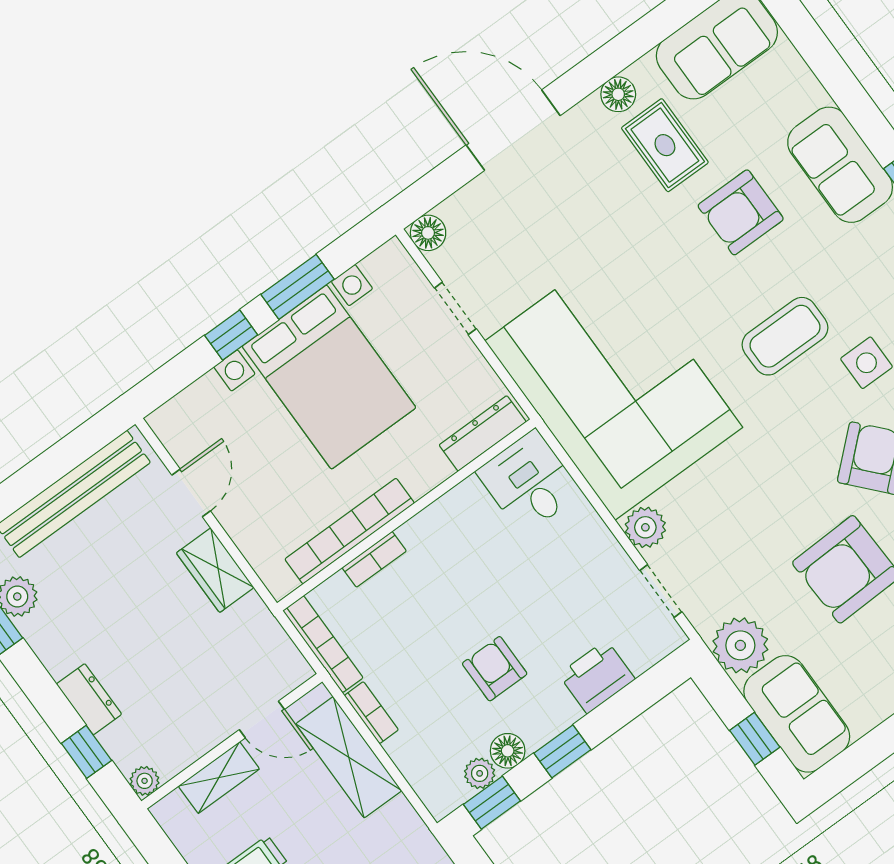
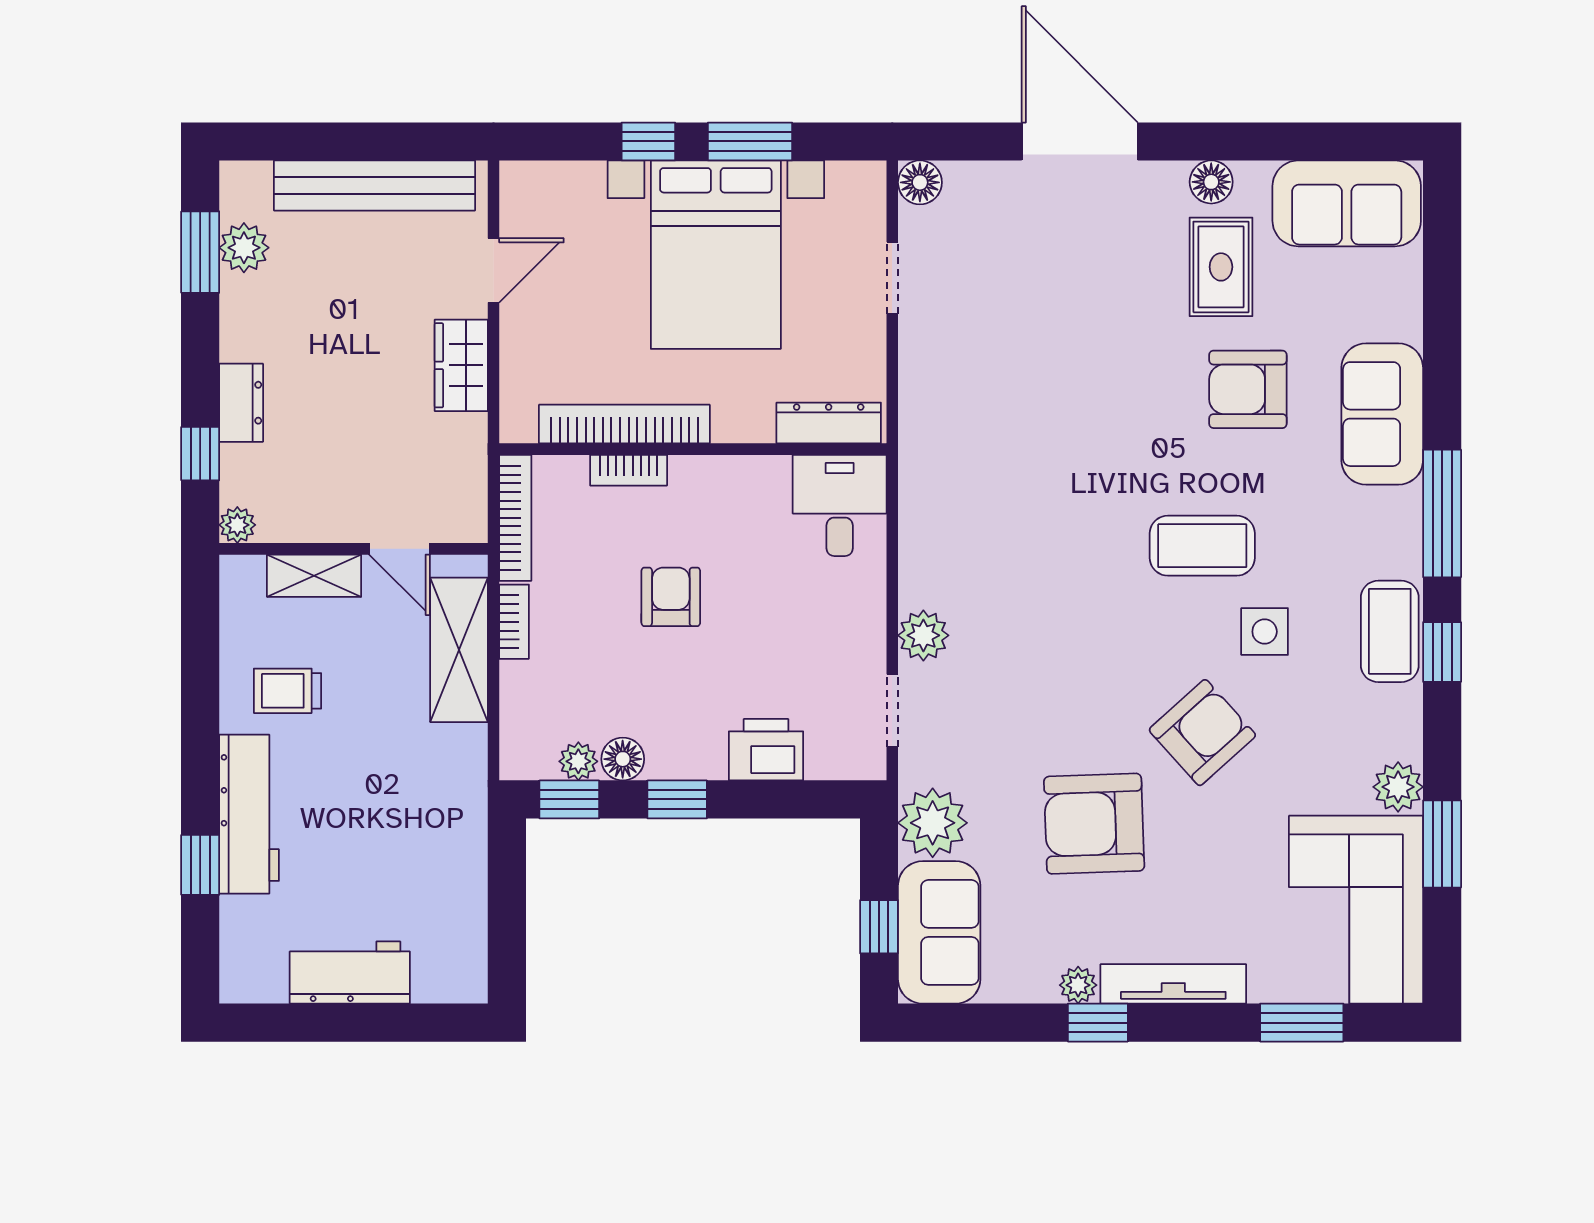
corner sofa: (614, 384) -> (996, 469), removed
armchair: (495, 669) -> (671, 597), moved

